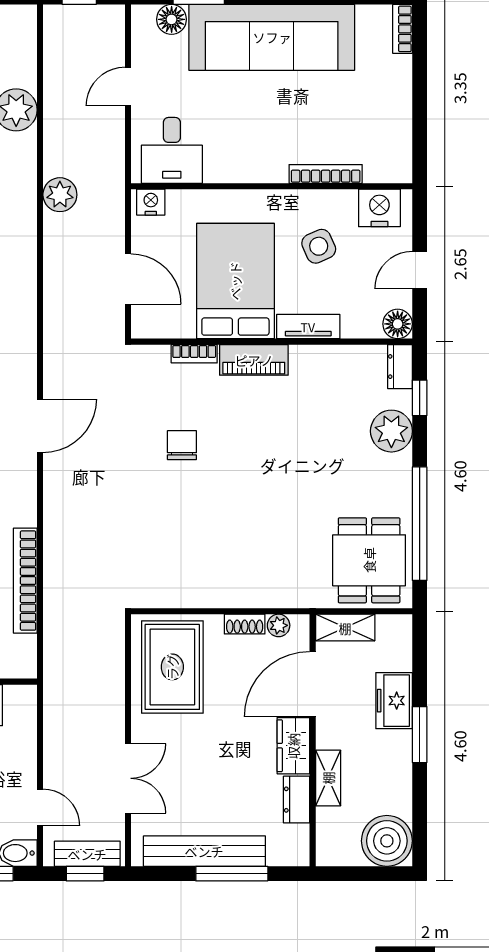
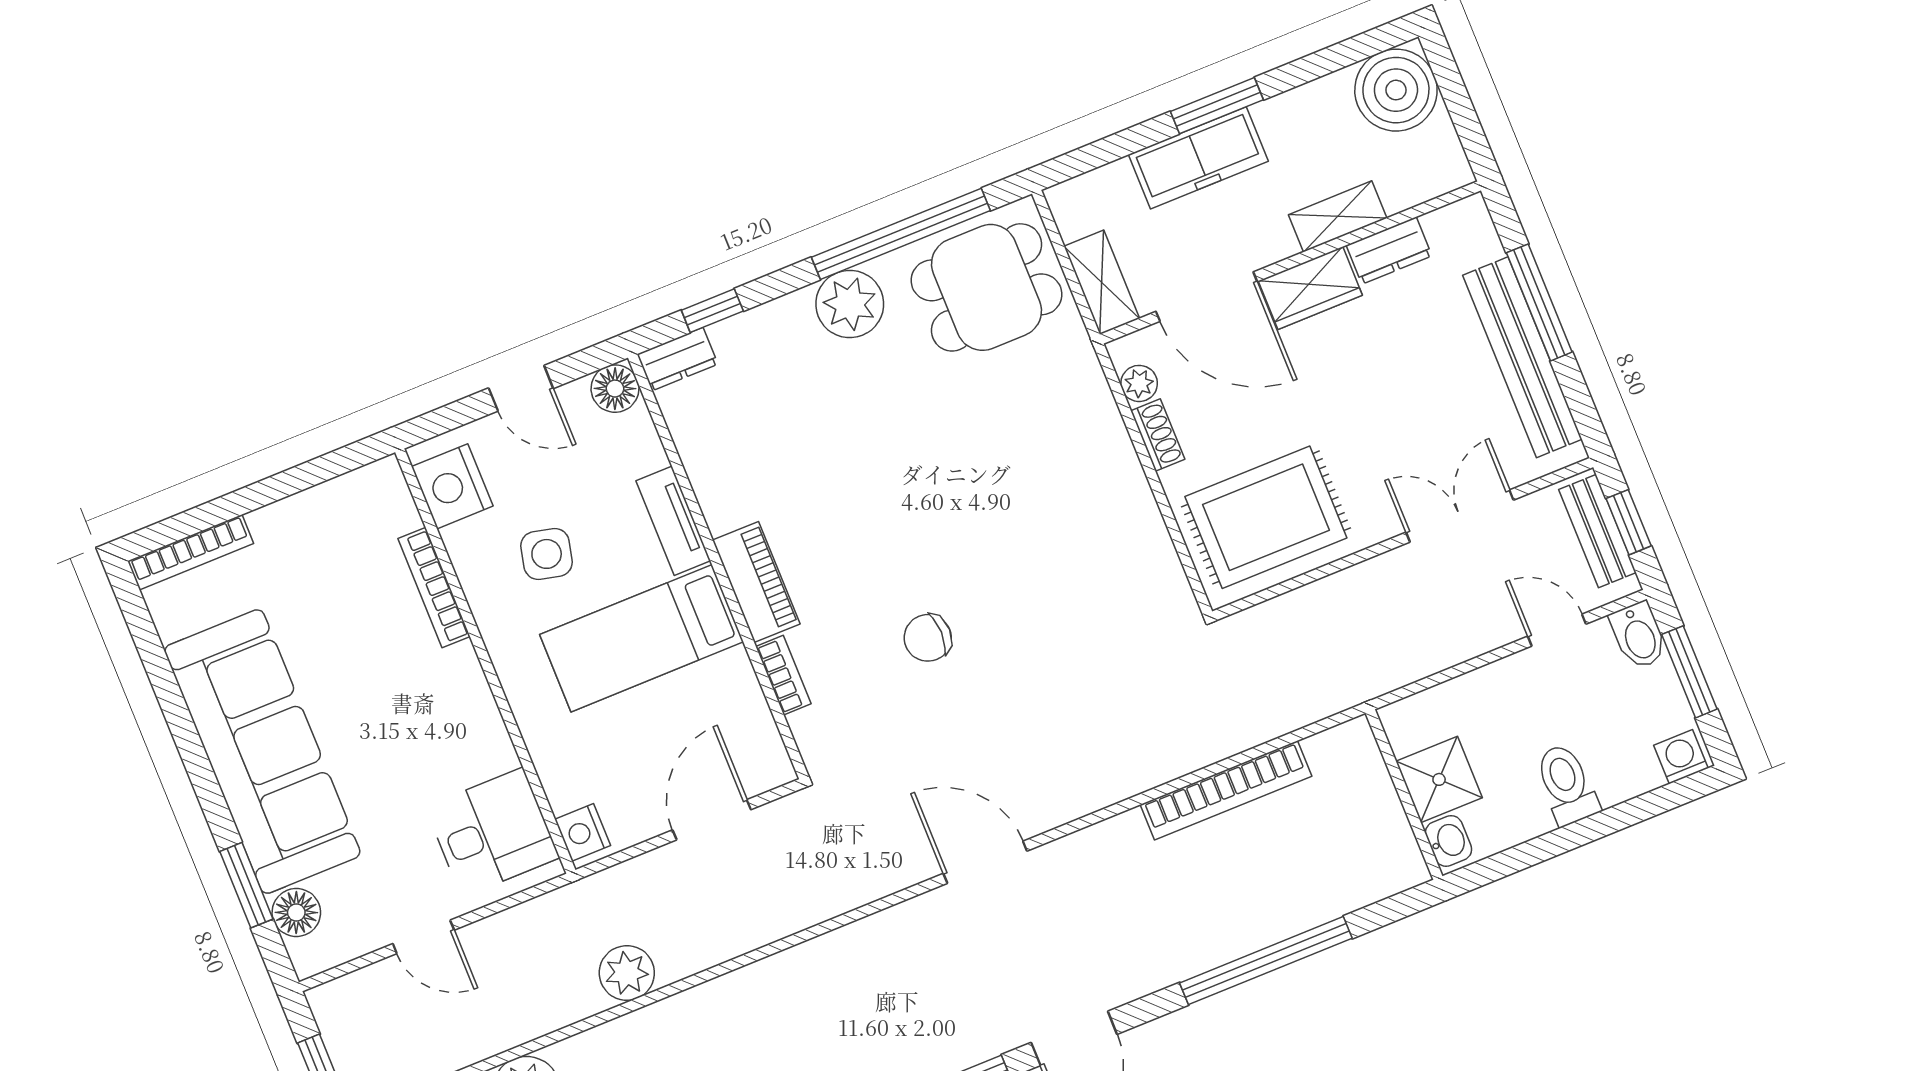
bookcase: (403, 29) -> (191, 552), width x1.56
side table: (319, 246) -> (547, 554), turned 37
bed: (235, 281) -> (642, 638), width x0.67
plant: (391, 431) -> (850, 304), moved
freezer: (394, 701) -> (1198, 158), width x1.40
door: (40, 807) -> (1557, 630), hinge flipped

